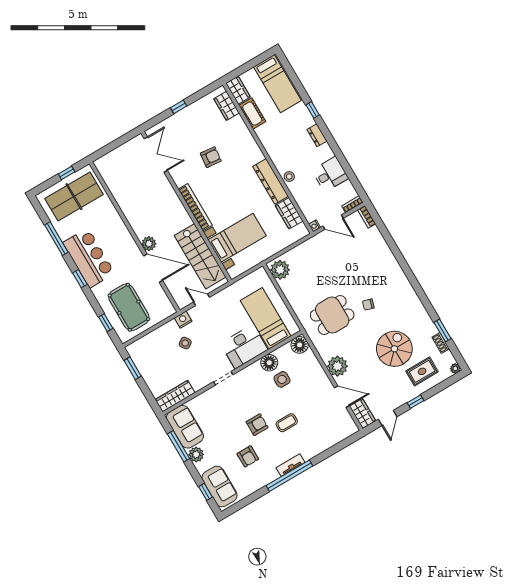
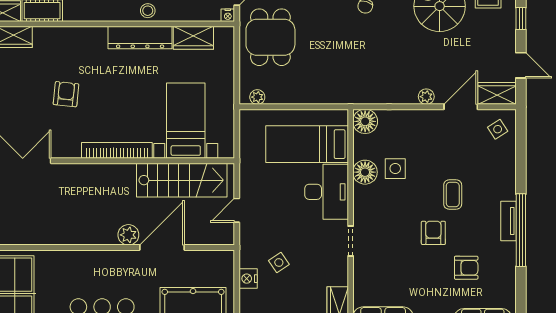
plant: (280, 270) -> (257, 97), width x0.53, depth x0.53
dining table: (332, 315) -> (270, 37), moved
nightstand: (183, 320) -> (248, 279), moved
plant: (337, 366) -> (426, 97), width x0.53, depth x0.53
side table: (341, 427) -> (498, 129), added

